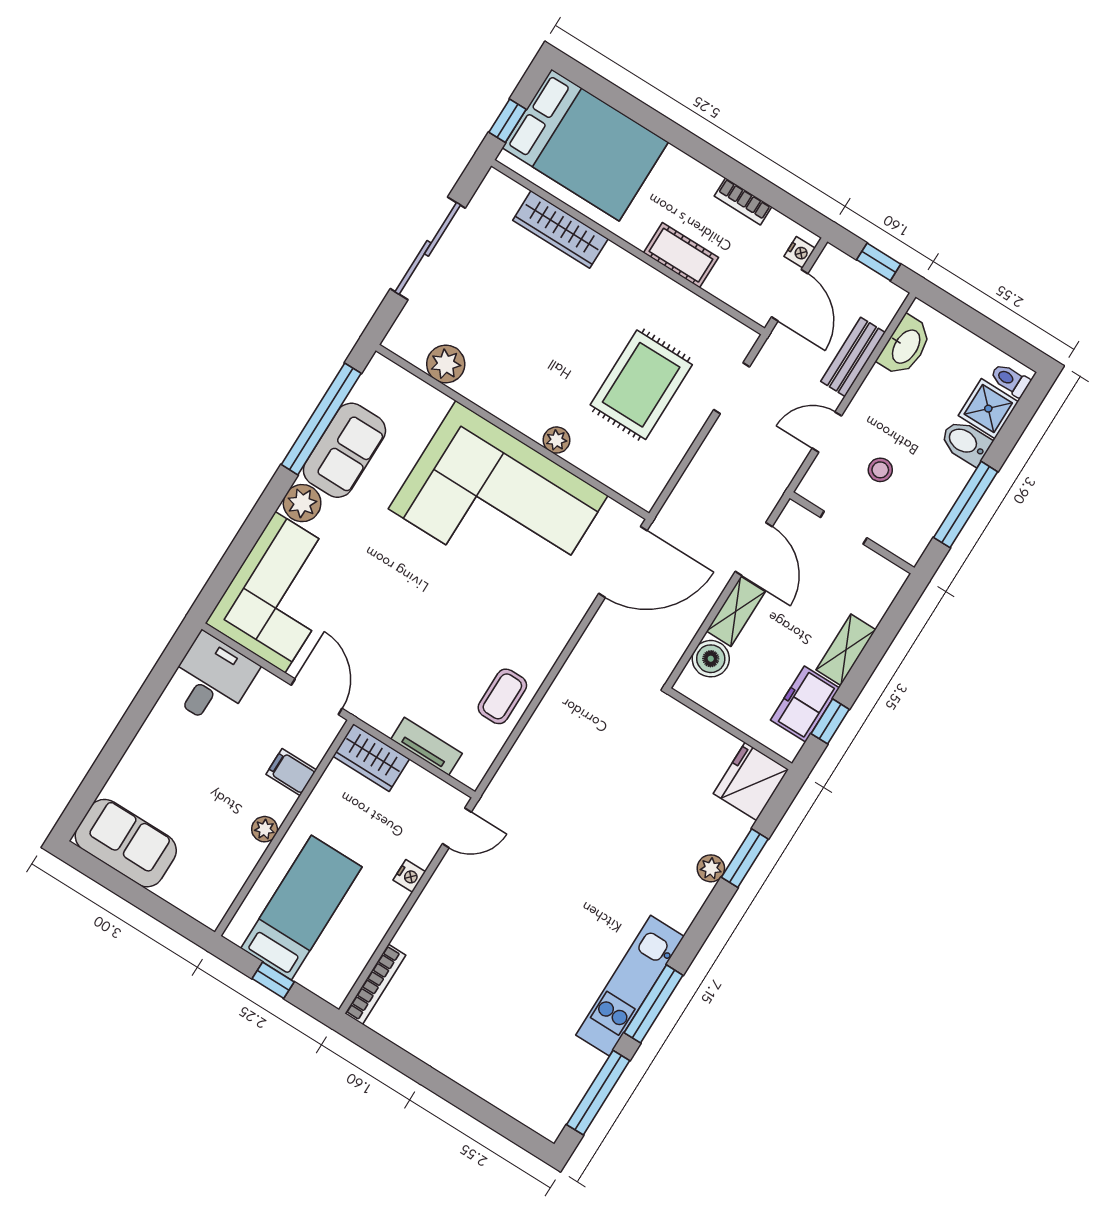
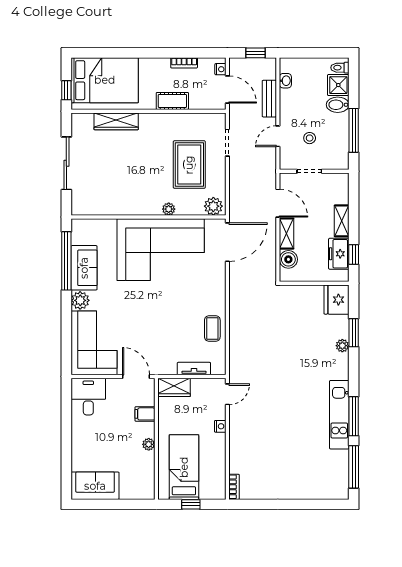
washbasin: (905, 346) -> (285, 81), width x0.52, depth x0.69
plant: (446, 364) -> (213, 206), moved
bookcase: (375, 984) -> (234, 487), width x0.64

